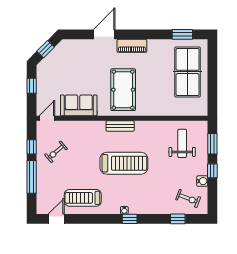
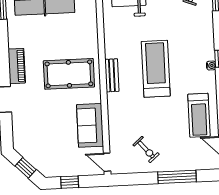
window: (32, 147) -> (142, 179), removed

